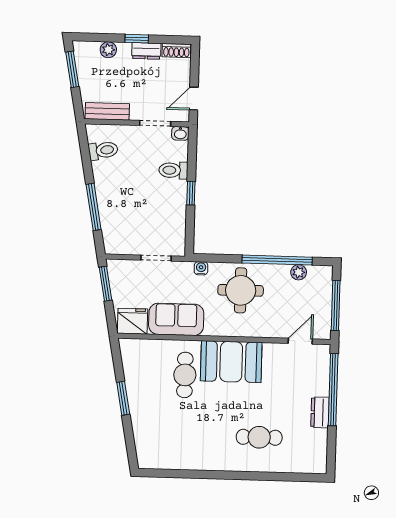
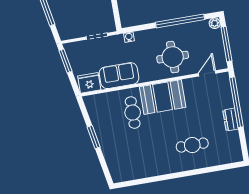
plant: (299, 272) -> (215, 23), moved
round table: (241, 290) -> (173, 57), moved

